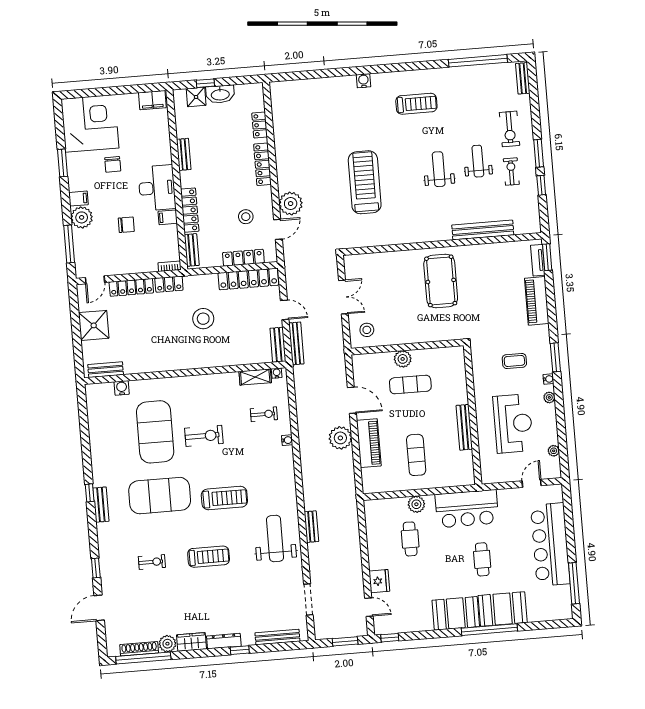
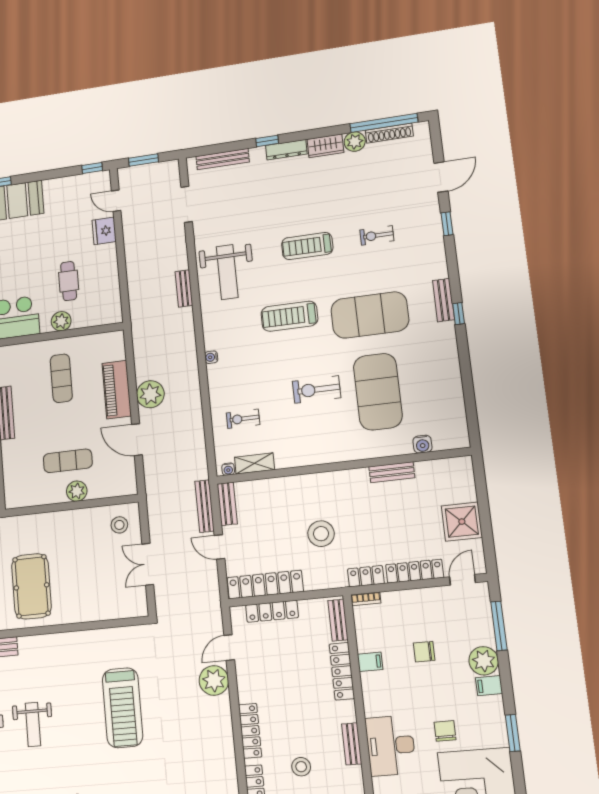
desk: (157, 188) -> (391, 746), moved
stool: (246, 217) -> (301, 767), moved
bench: (106, 370) -> (392, 472), moved
water cooler: (287, 440) -> (211, 357), moved

